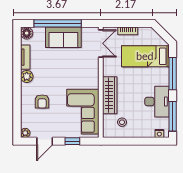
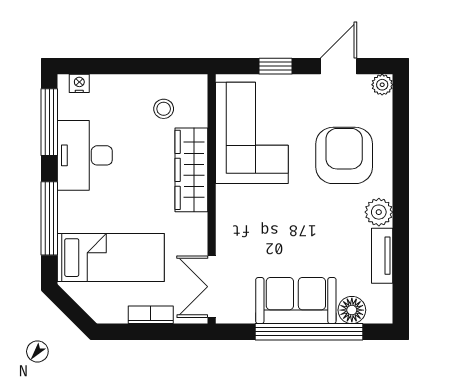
floor lamp: (27, 33) -> (352, 310), moved
armchair: (42, 102) -> (344, 155), width x1.88, depth x1.88

